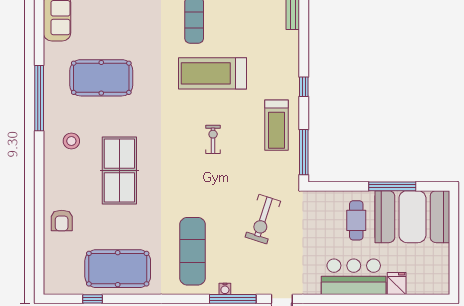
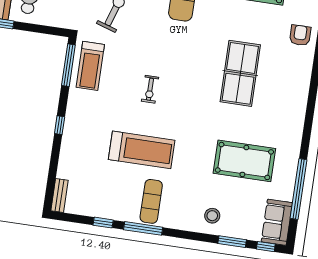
window: (39, 98) -> (299, 189), moved
treadmill: (276, 125) -> (90, 66), moved, turned 180
stool: (71, 141) -> (212, 216), moved

